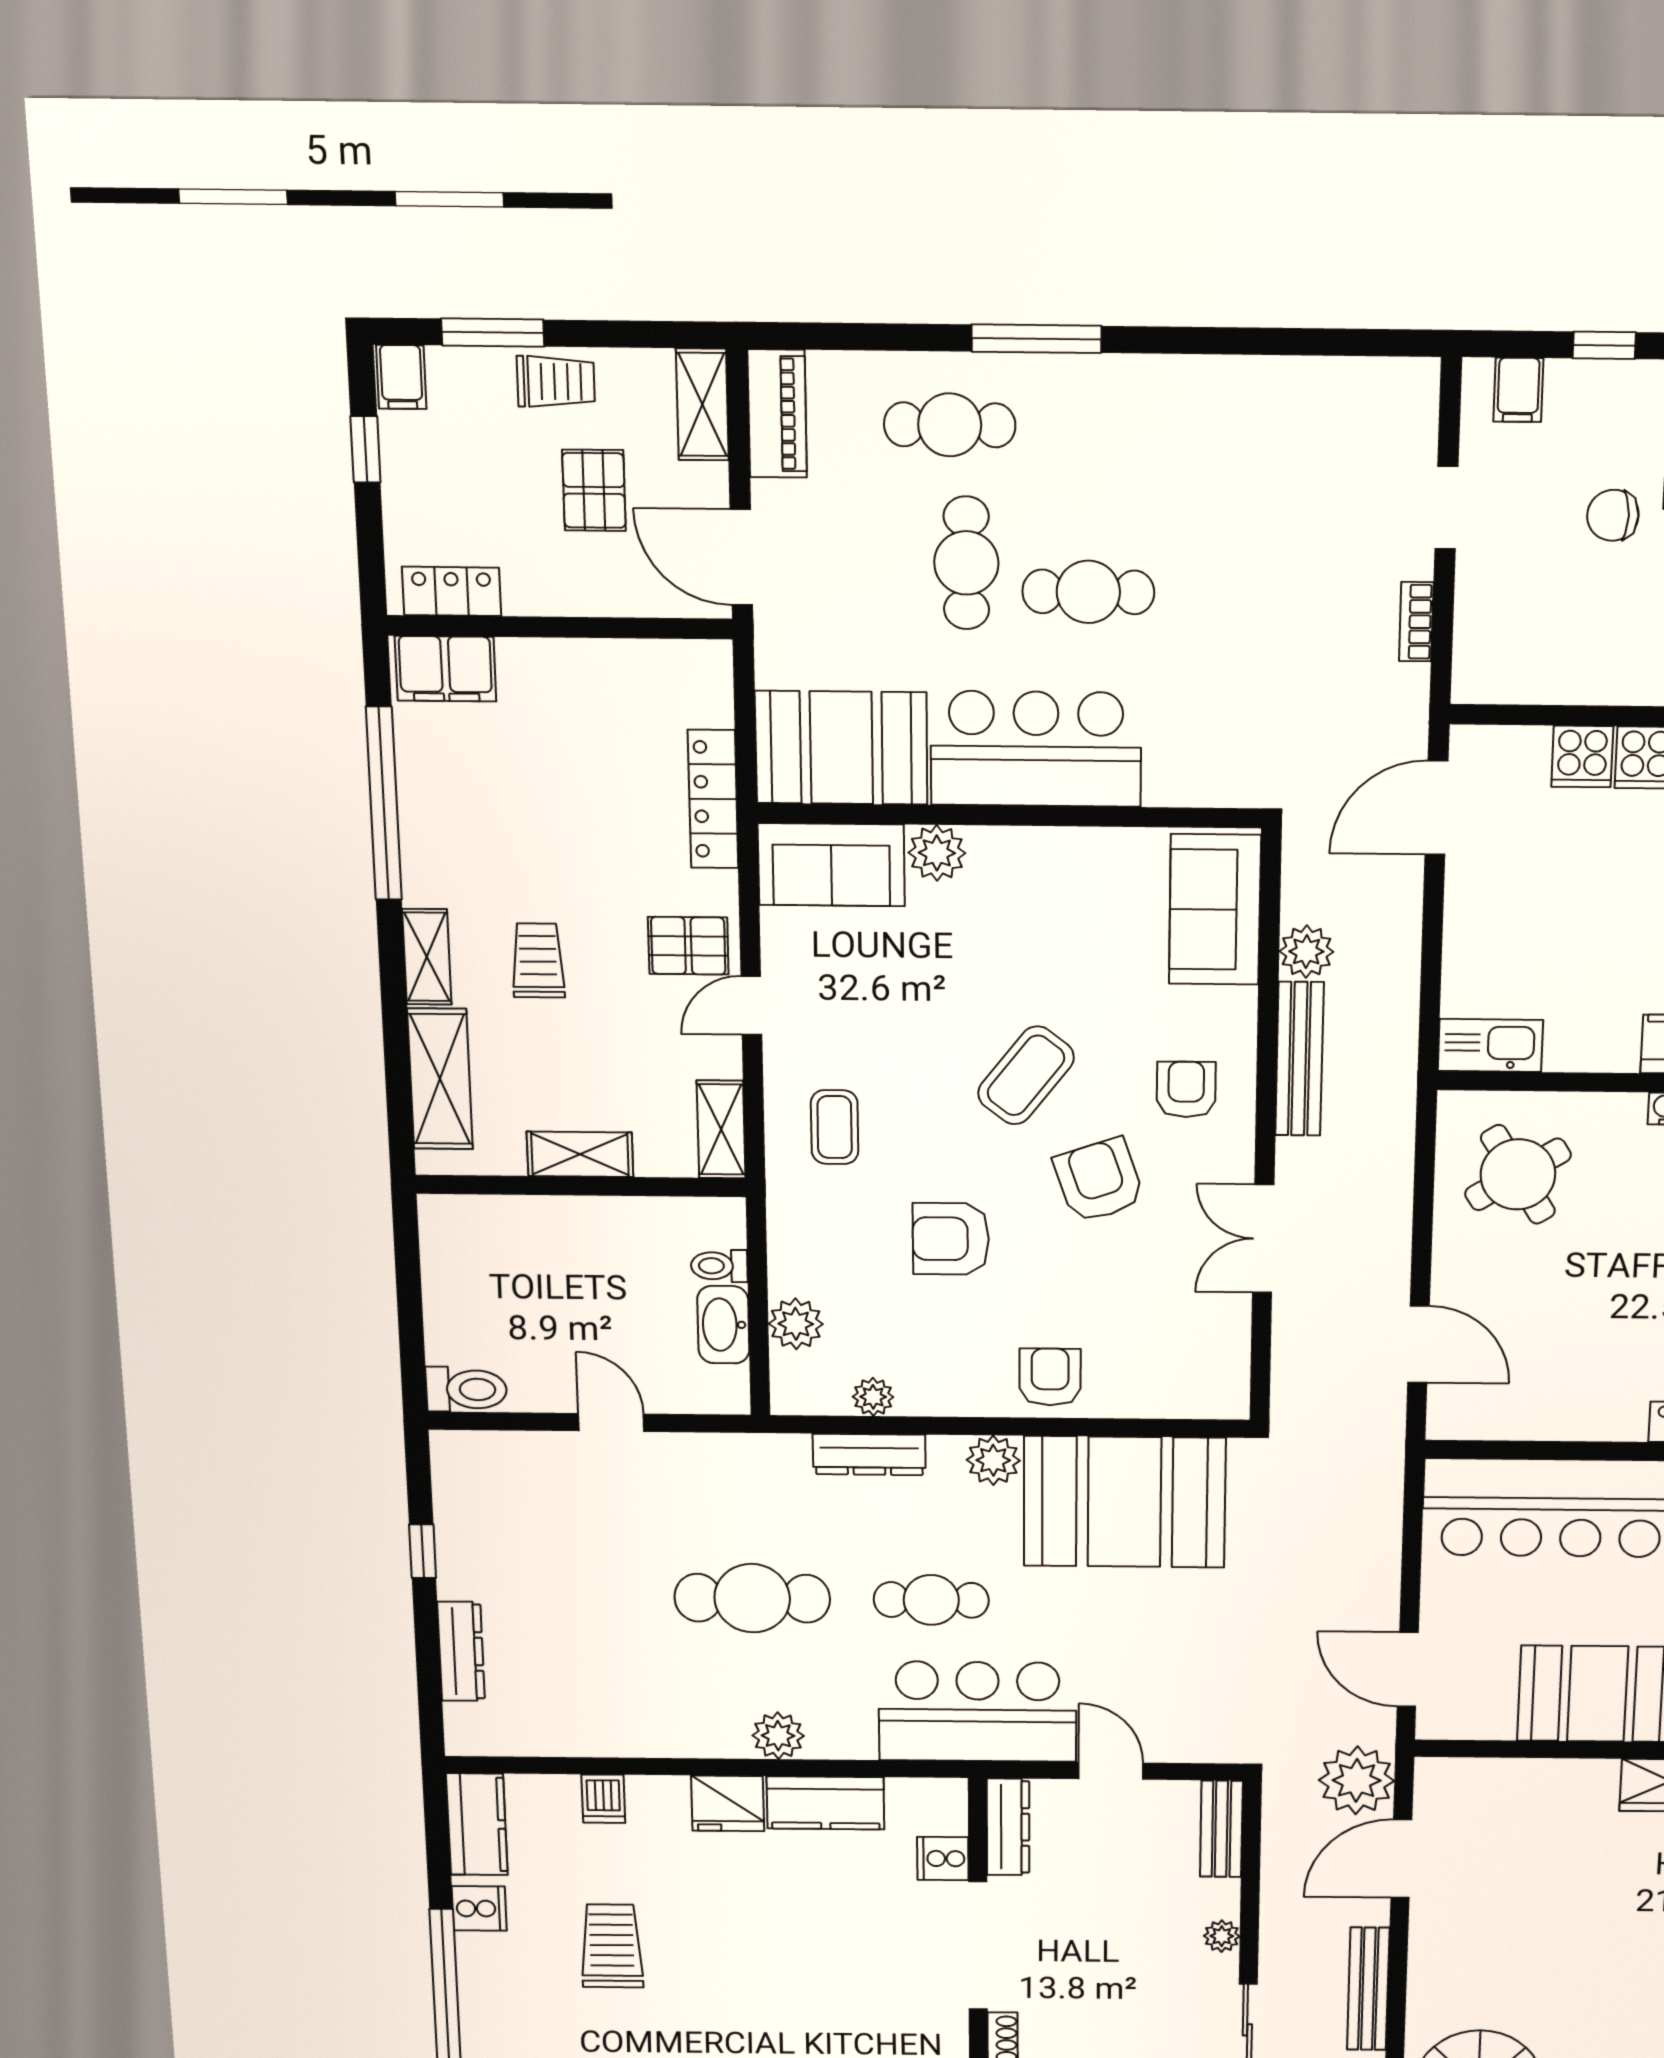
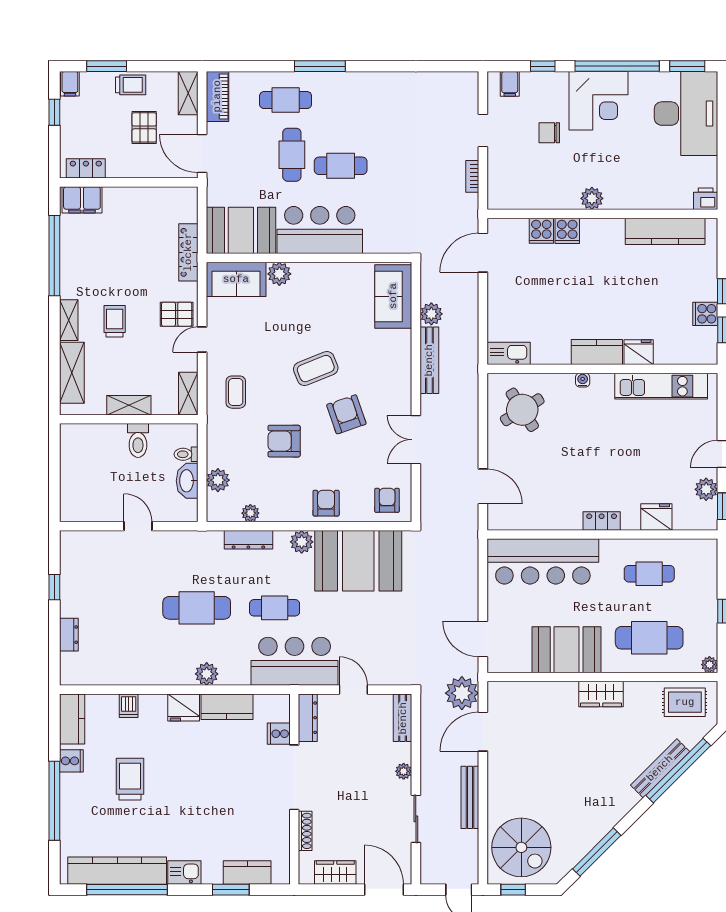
coffee table: (1026, 1075) -> (316, 369), turned 30
armchair: (1186, 1090) -> (387, 500), moved
toilet: (466, 1389) -> (138, 440), moved, turned 90
dresser: (461, 1651) -> (69, 635), width x0.70

